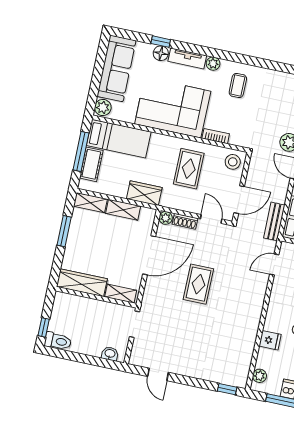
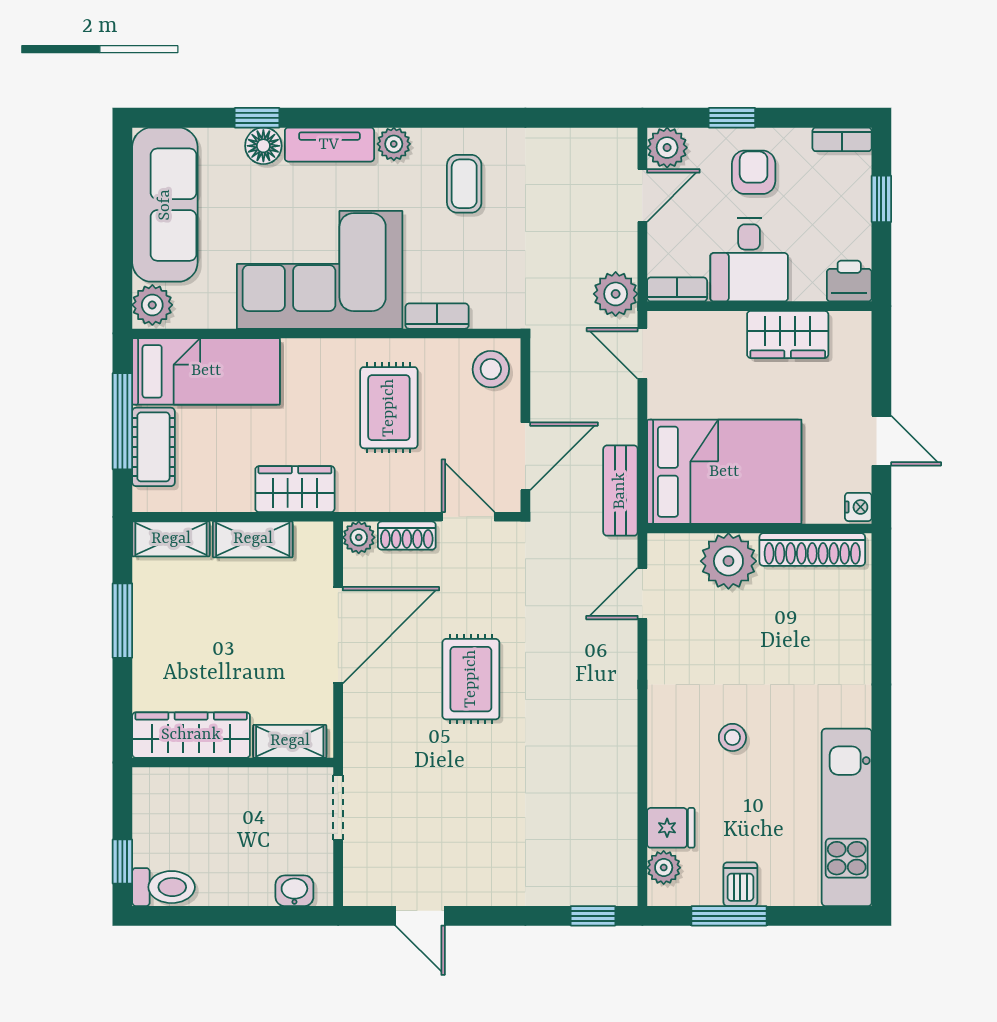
fridge: (270, 340) -> (671, 828), moved

